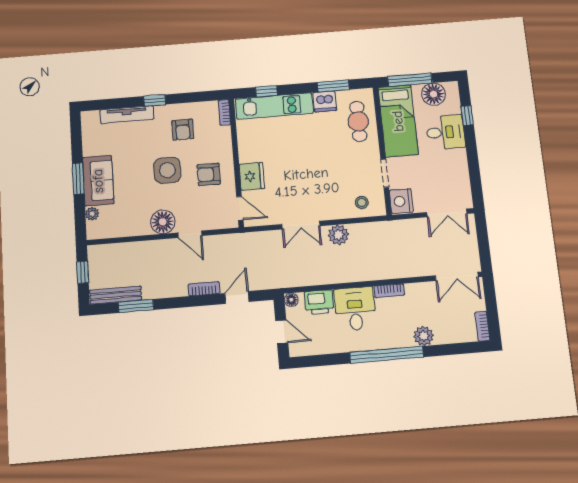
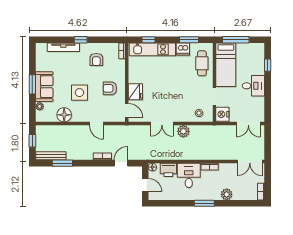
floor lamp: (433, 94) -> (249, 50), removed
desk: (445, 132) -> (253, 86), moved
side table: (167, 170) -> (79, 93), moved
floor lamp: (163, 222) -> (64, 115), moved
window: (387, 355) -> (204, 203), width x0.47

